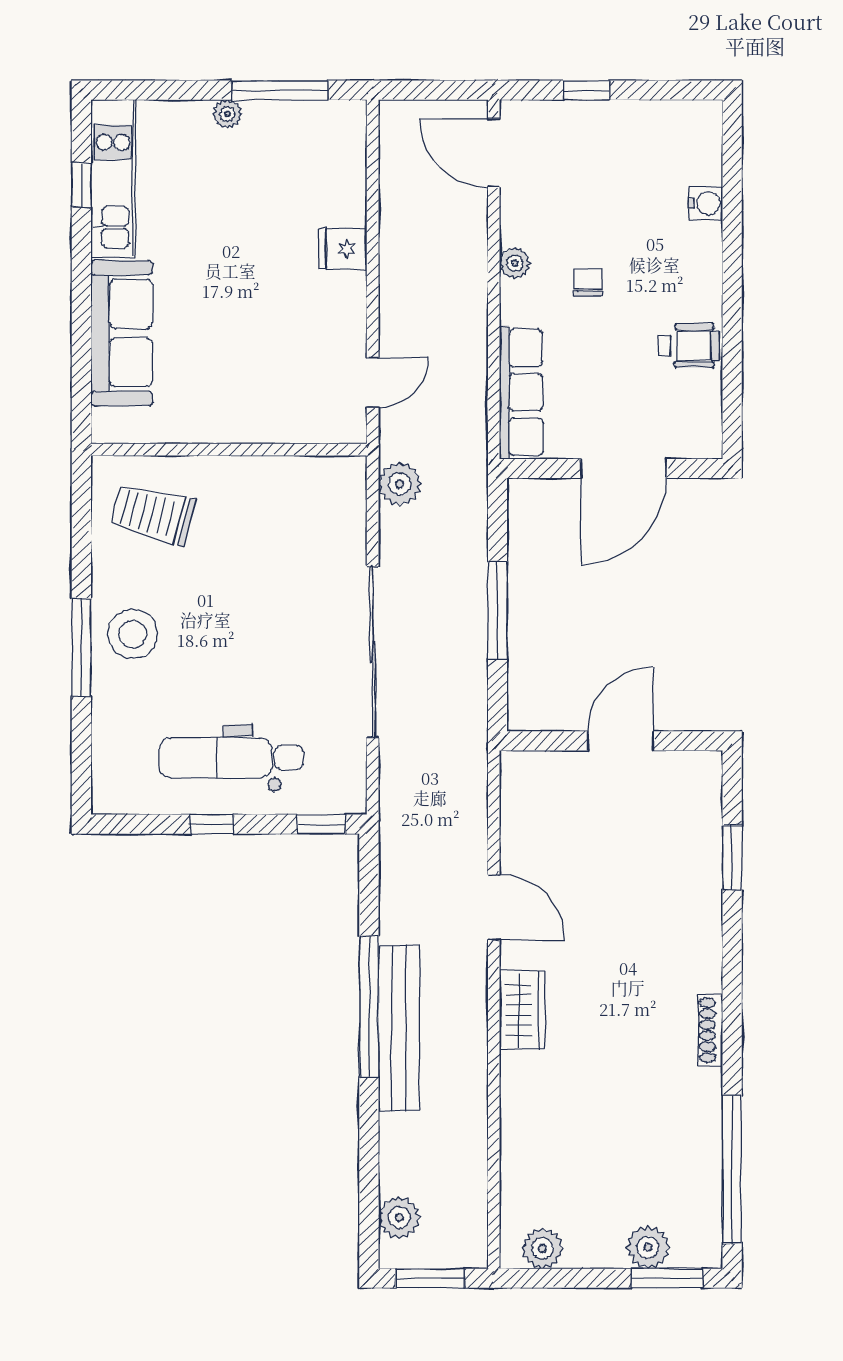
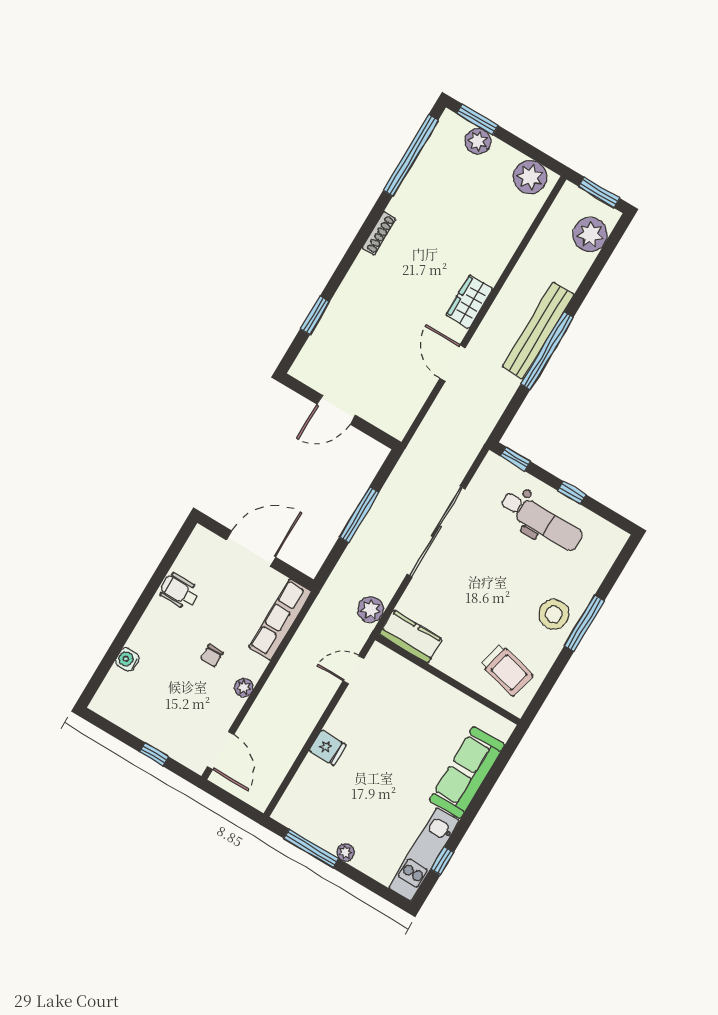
kitchen counter: (319, 479) -> (411, 637), added
plant: (399, 1218) -> (590, 234), width x1.36, depth x1.36
plant: (542, 1248) -> (530, 177), width x1.36, depth x1.36

